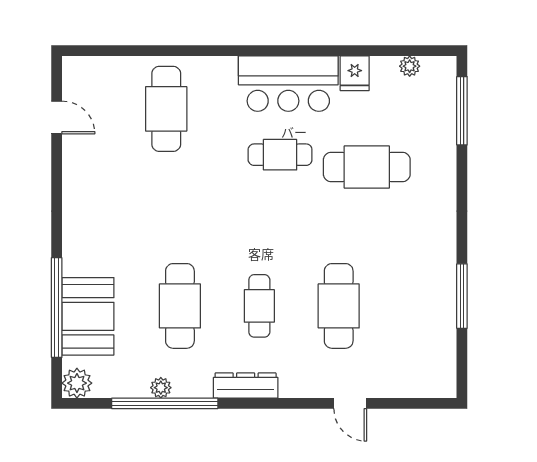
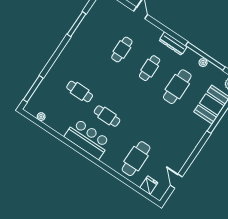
fridge: (355, 73) -> (149, 185), moved
cafe table: (367, 167) -> (80, 91), width x0.73, depth x0.74
cafe table: (339, 306) -> (122, 50), width x0.73, depth x0.74

